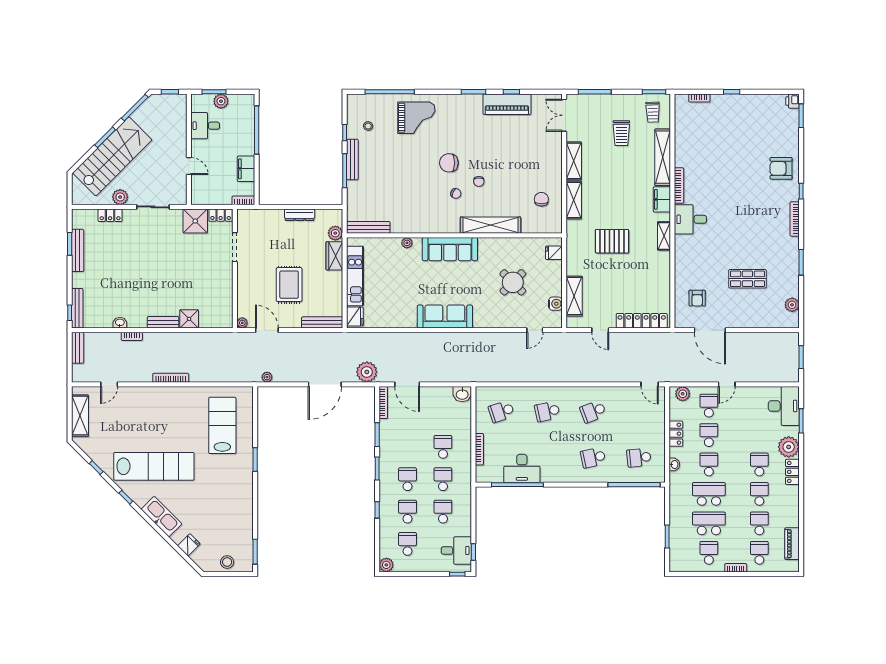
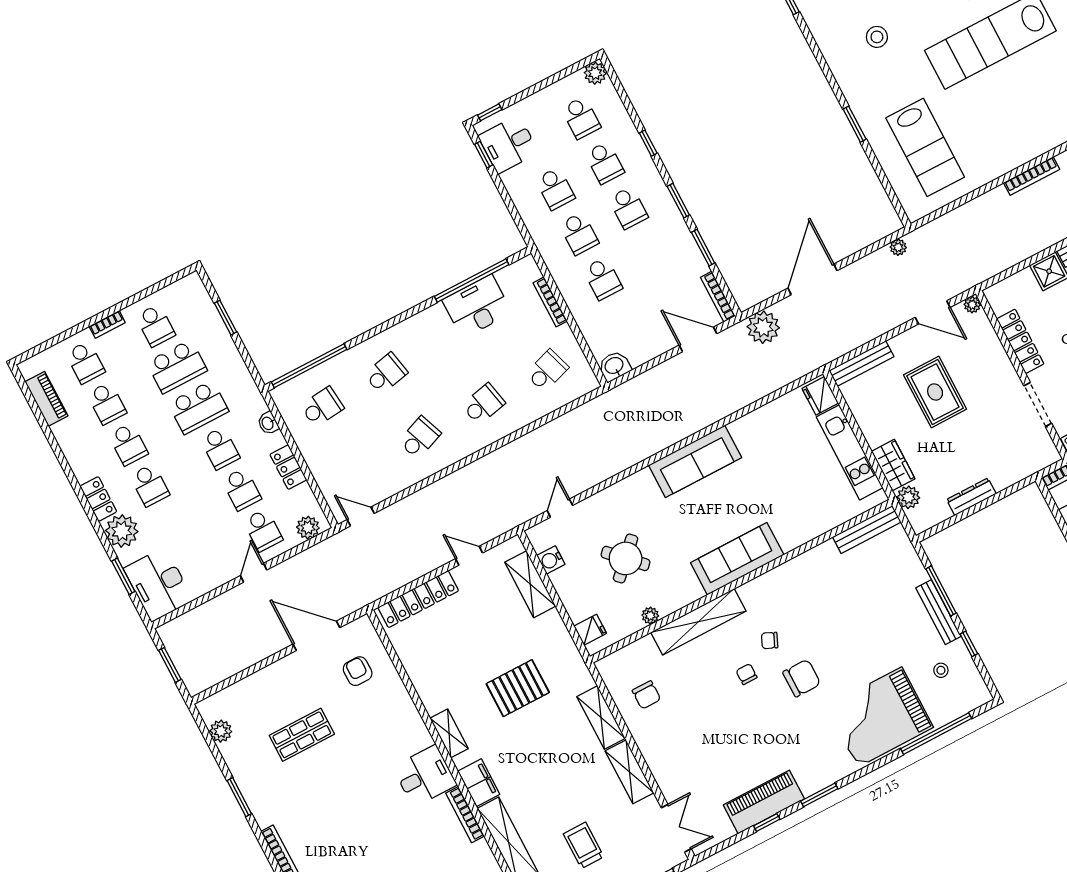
grand piano: (416, 118) -> (880, 717), width x1.37, depth x1.48
plant: (407, 243) -> (650, 616), moved
locker: (226, 288) -> (1020, 341), added
stool: (217, 502) -> (877, 37), added

